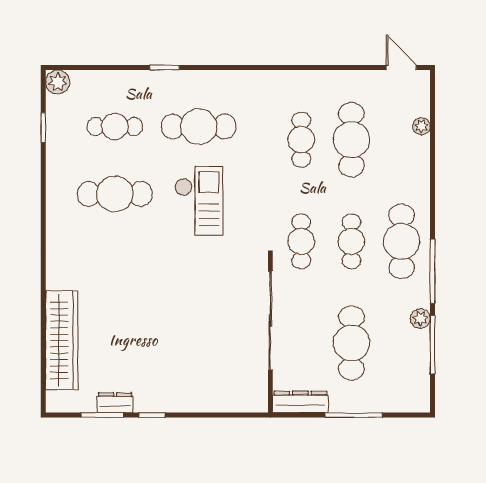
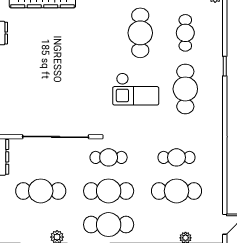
cafe table: (351, 241) -> (109, 191), width x1.37, depth x1.35

